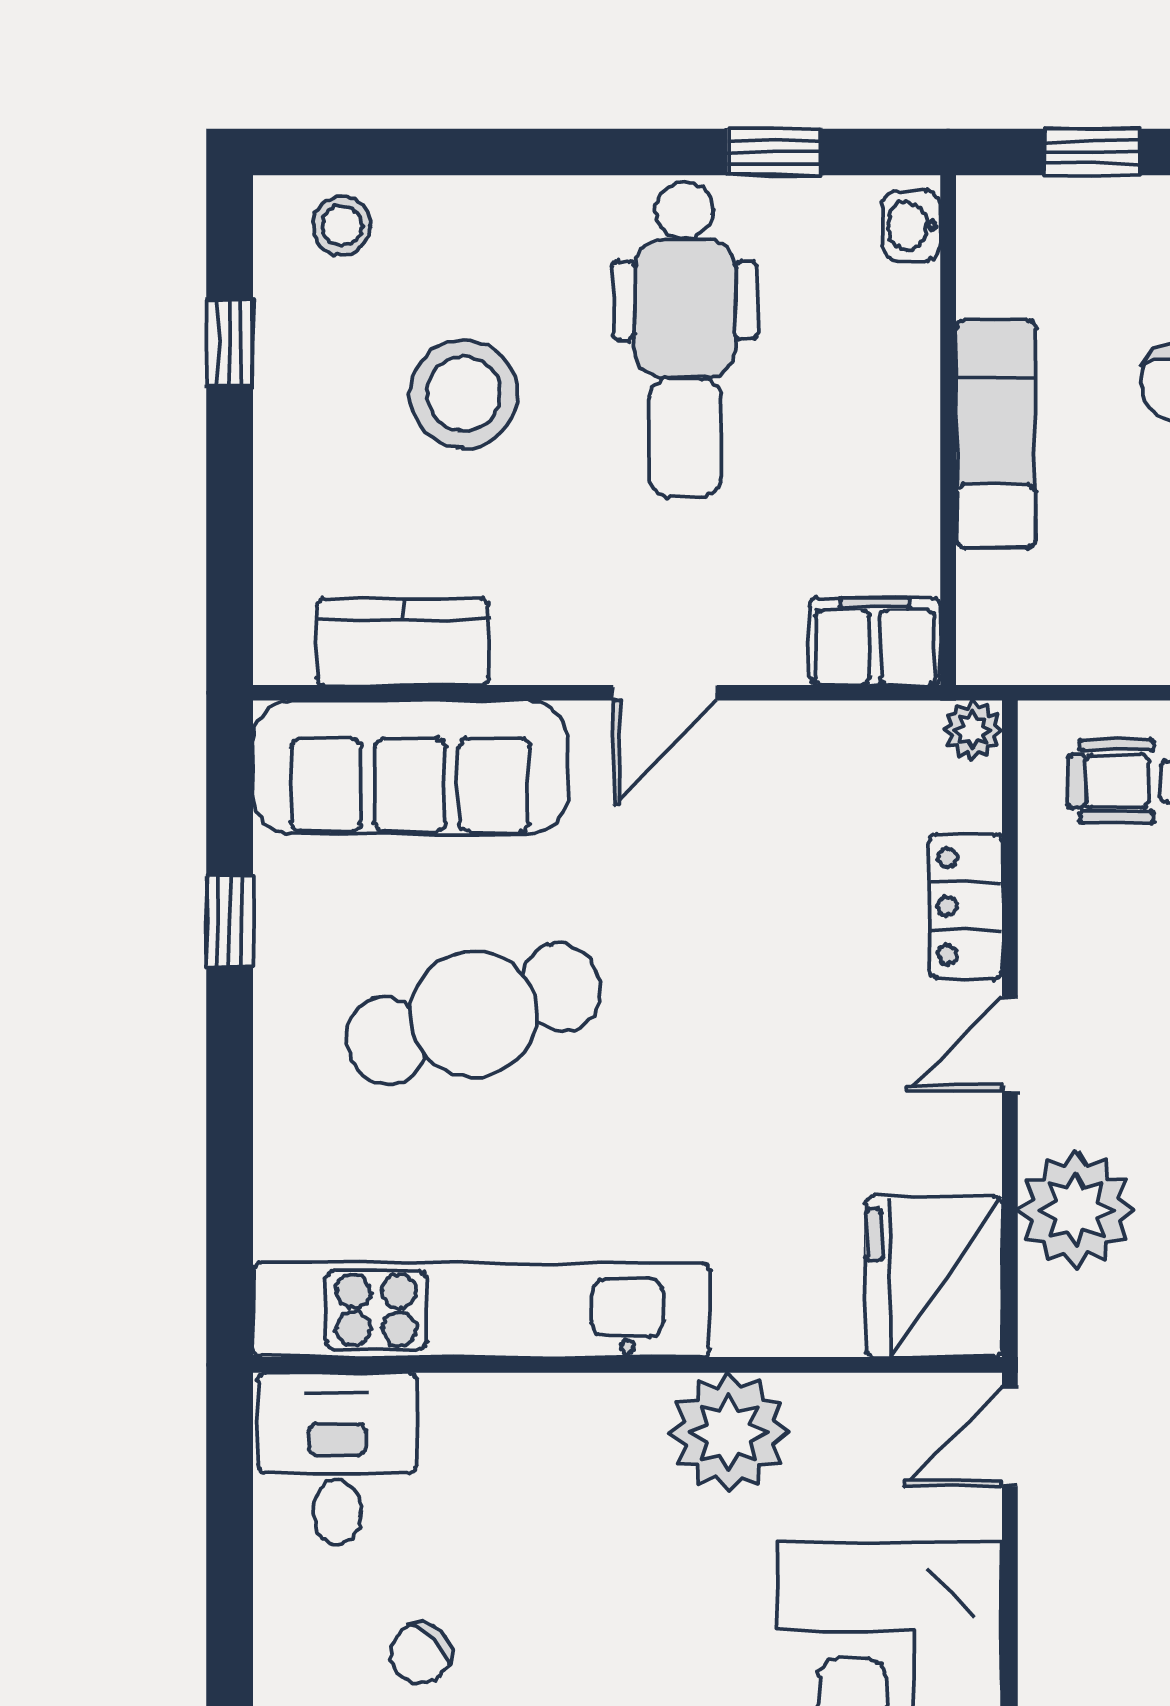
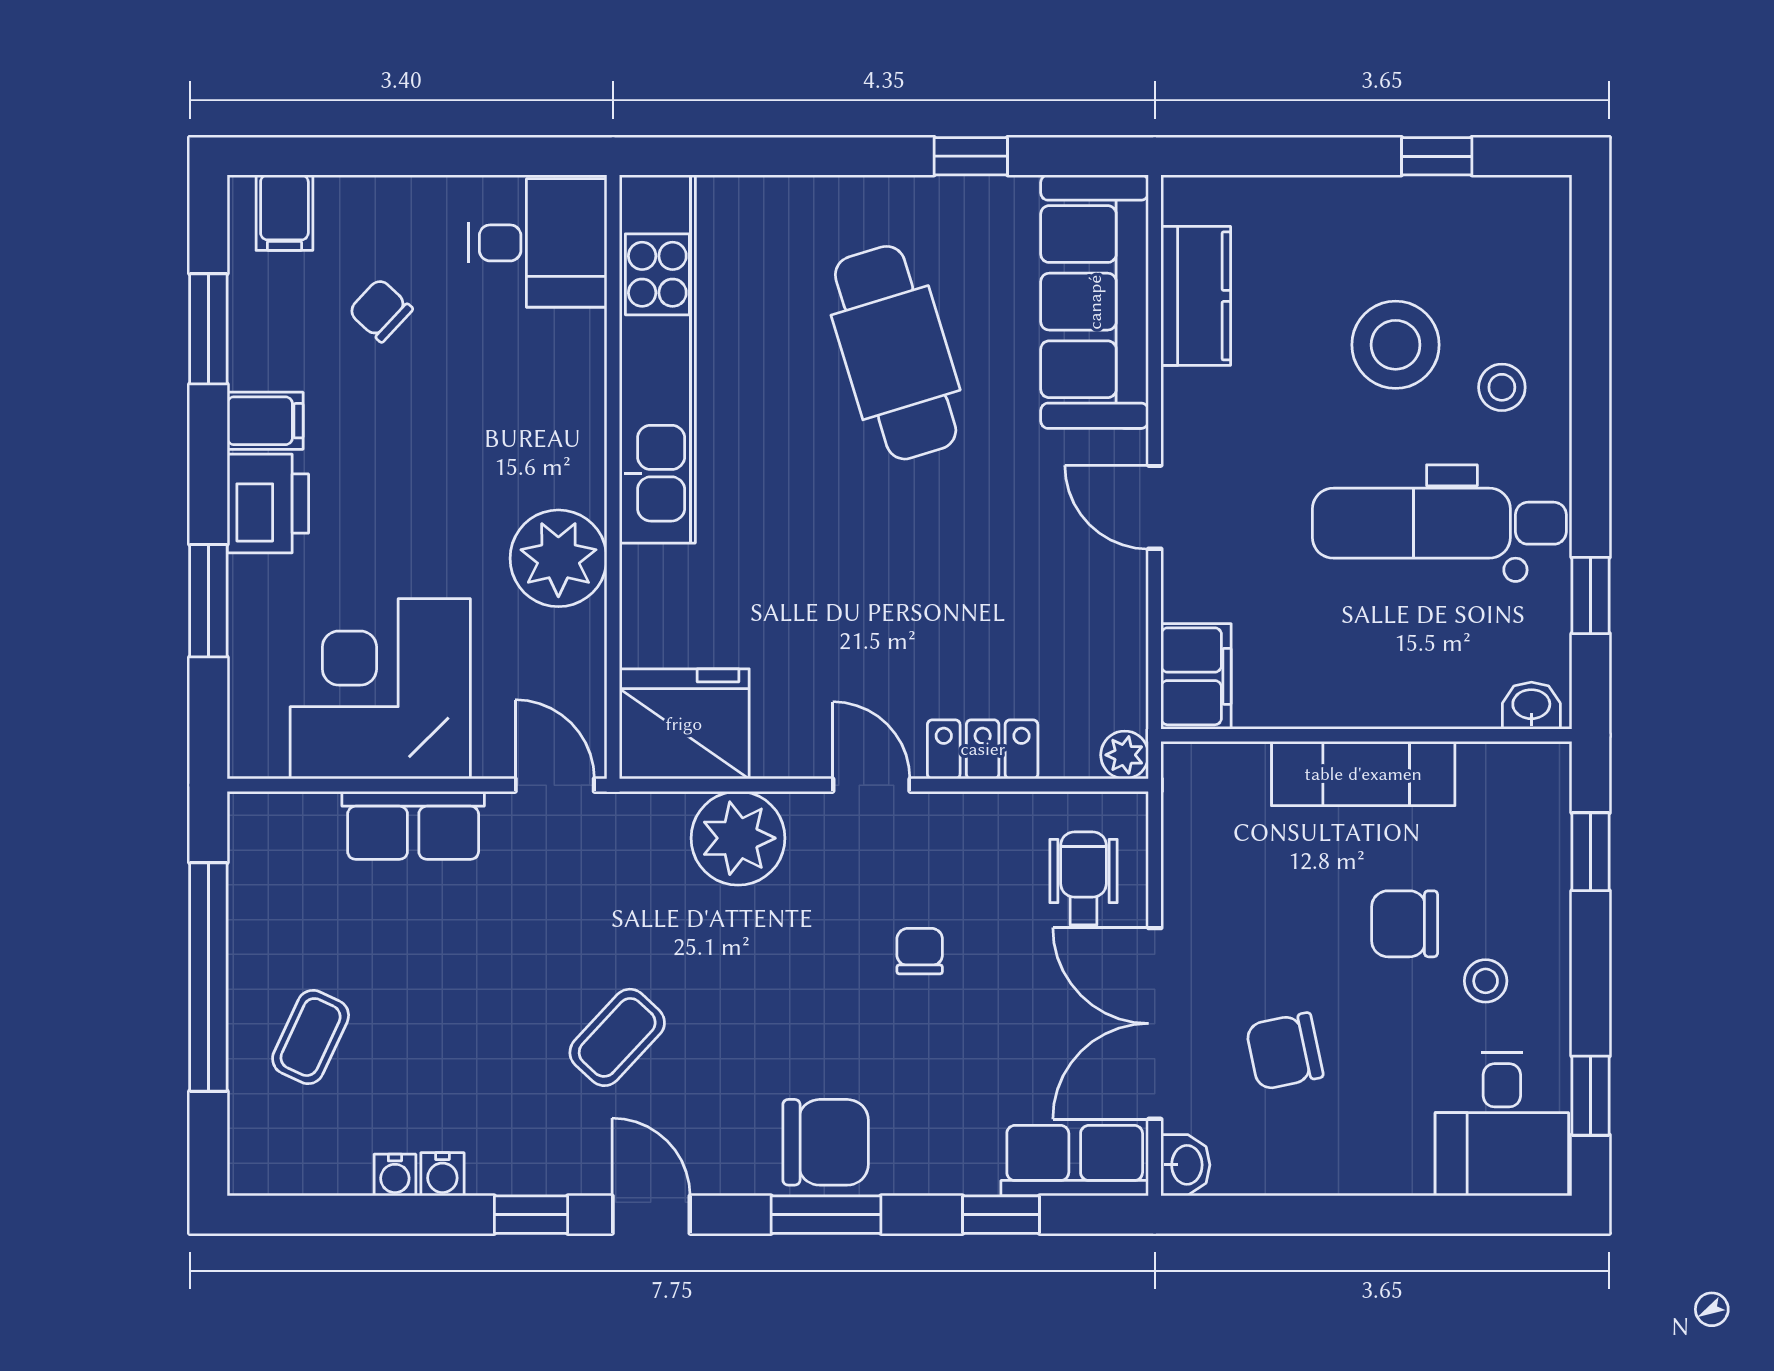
stool: (342, 226) -> (1502, 387), moved
row of seats: (1060, 1613) -> (413, 825), added

